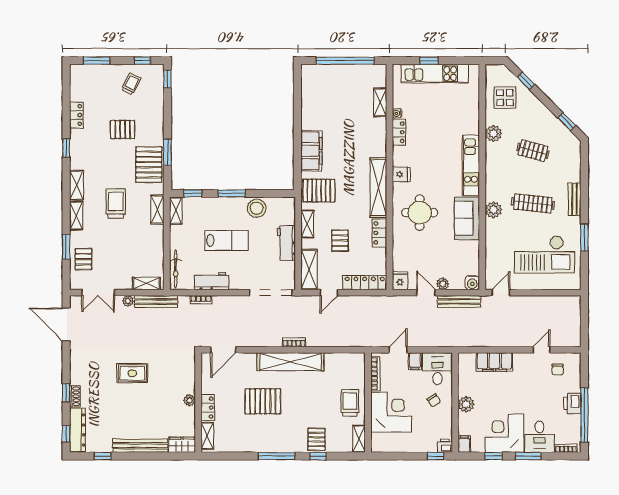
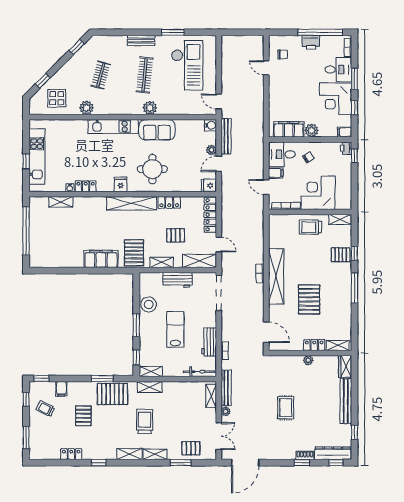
filing cabinet: (155, 103) -> (61, 389), added
trolley: (116, 203) -> (145, 421), turned 90
filing cabinet: (494, 362) -> (289, 129), moved, turned -90

